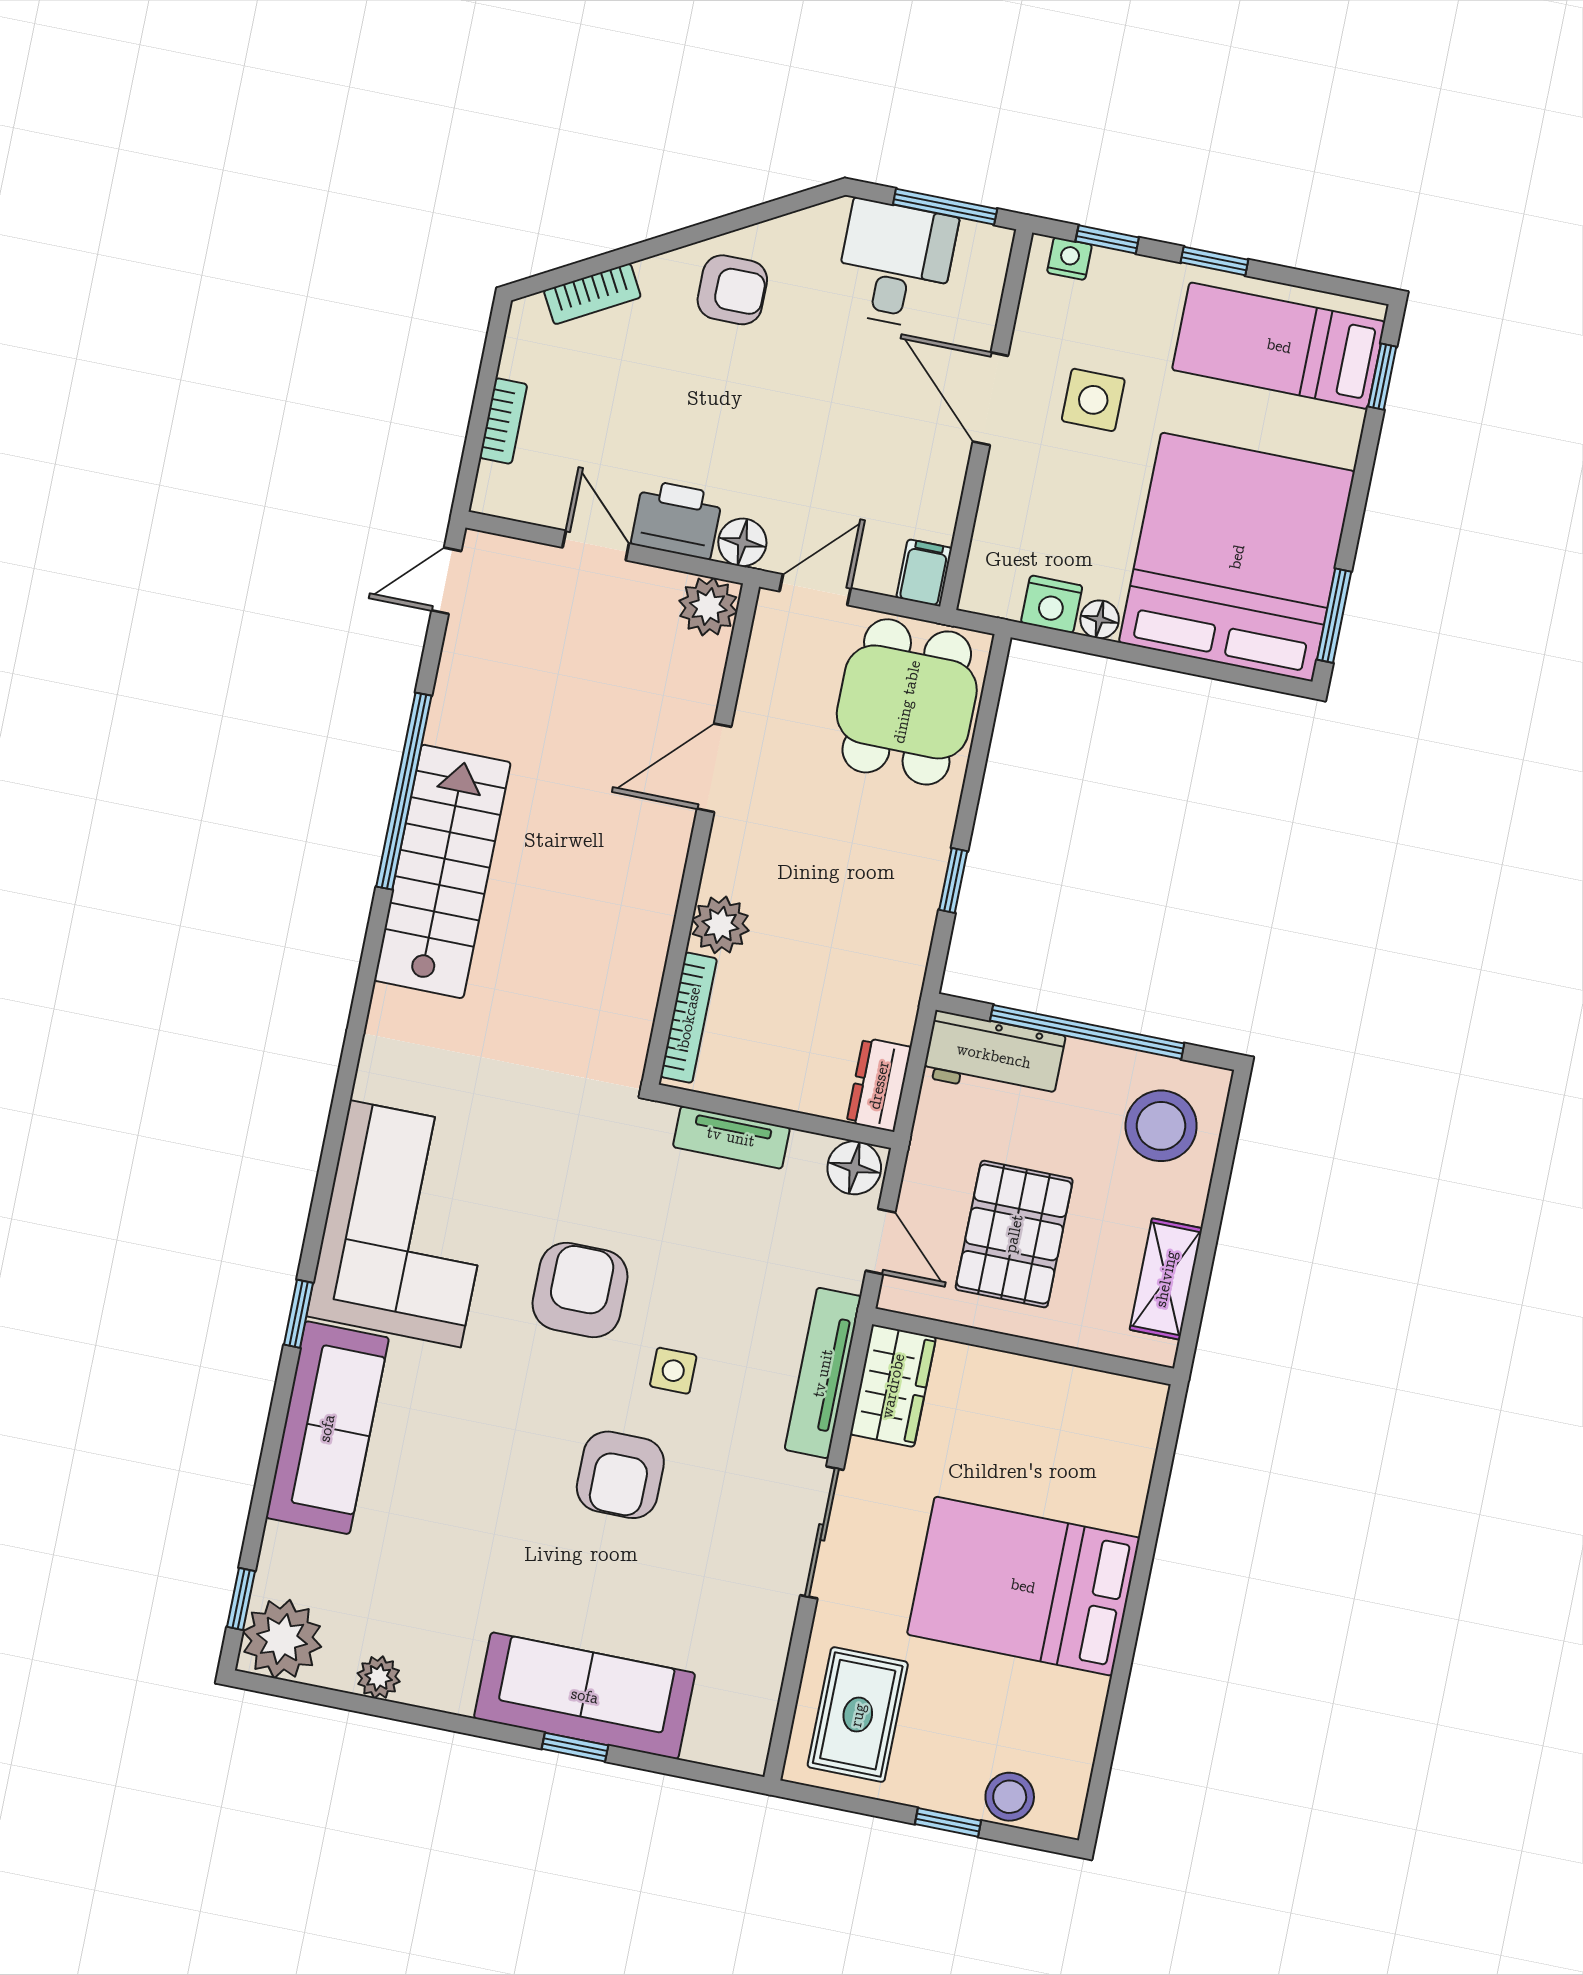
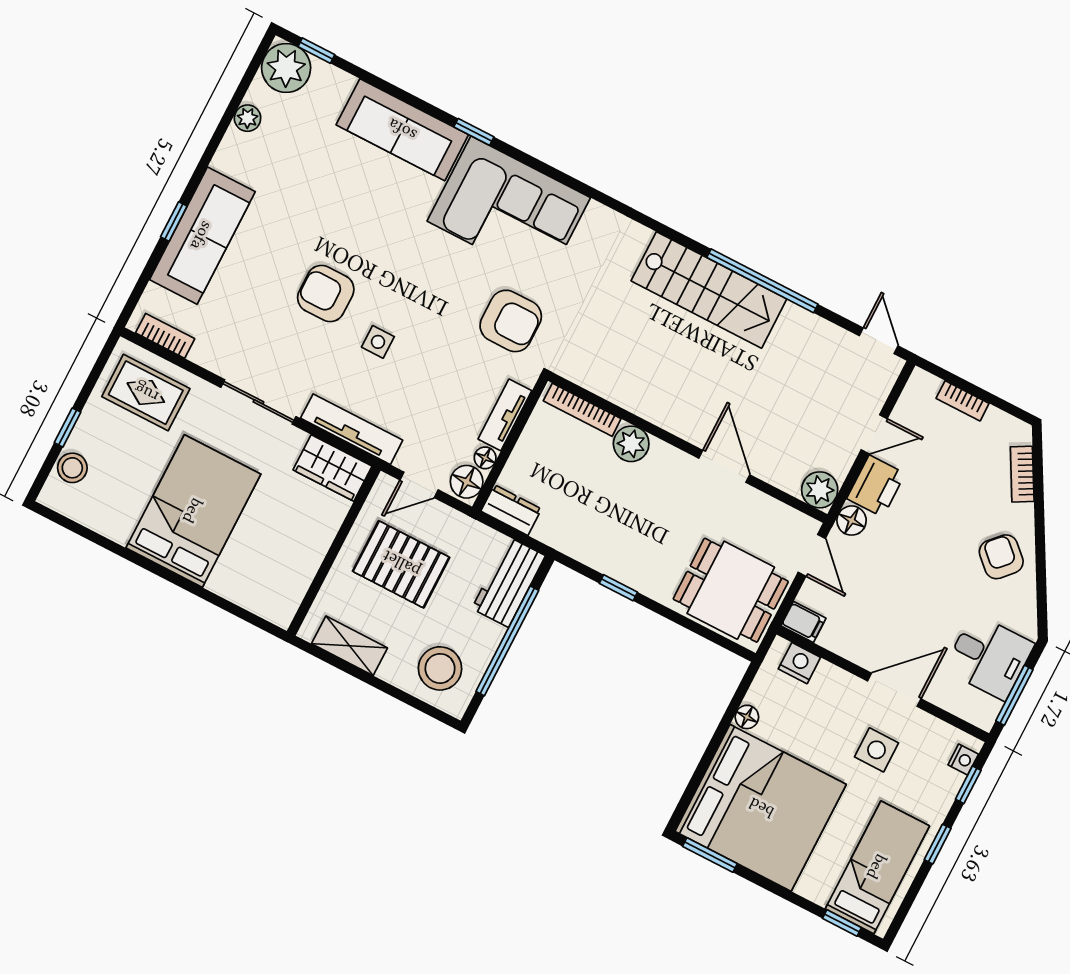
armchair: (732, 290) -> (1001, 557), turned 133
nightstand: (1052, 604) -> (799, 663), moved, turned 90
floor lamp: (808, 1149) -> (485, 458), added
armchair: (580, 1290) -> (511, 321), moved
bookcase: (759, 1709) -> (165, 336), added

